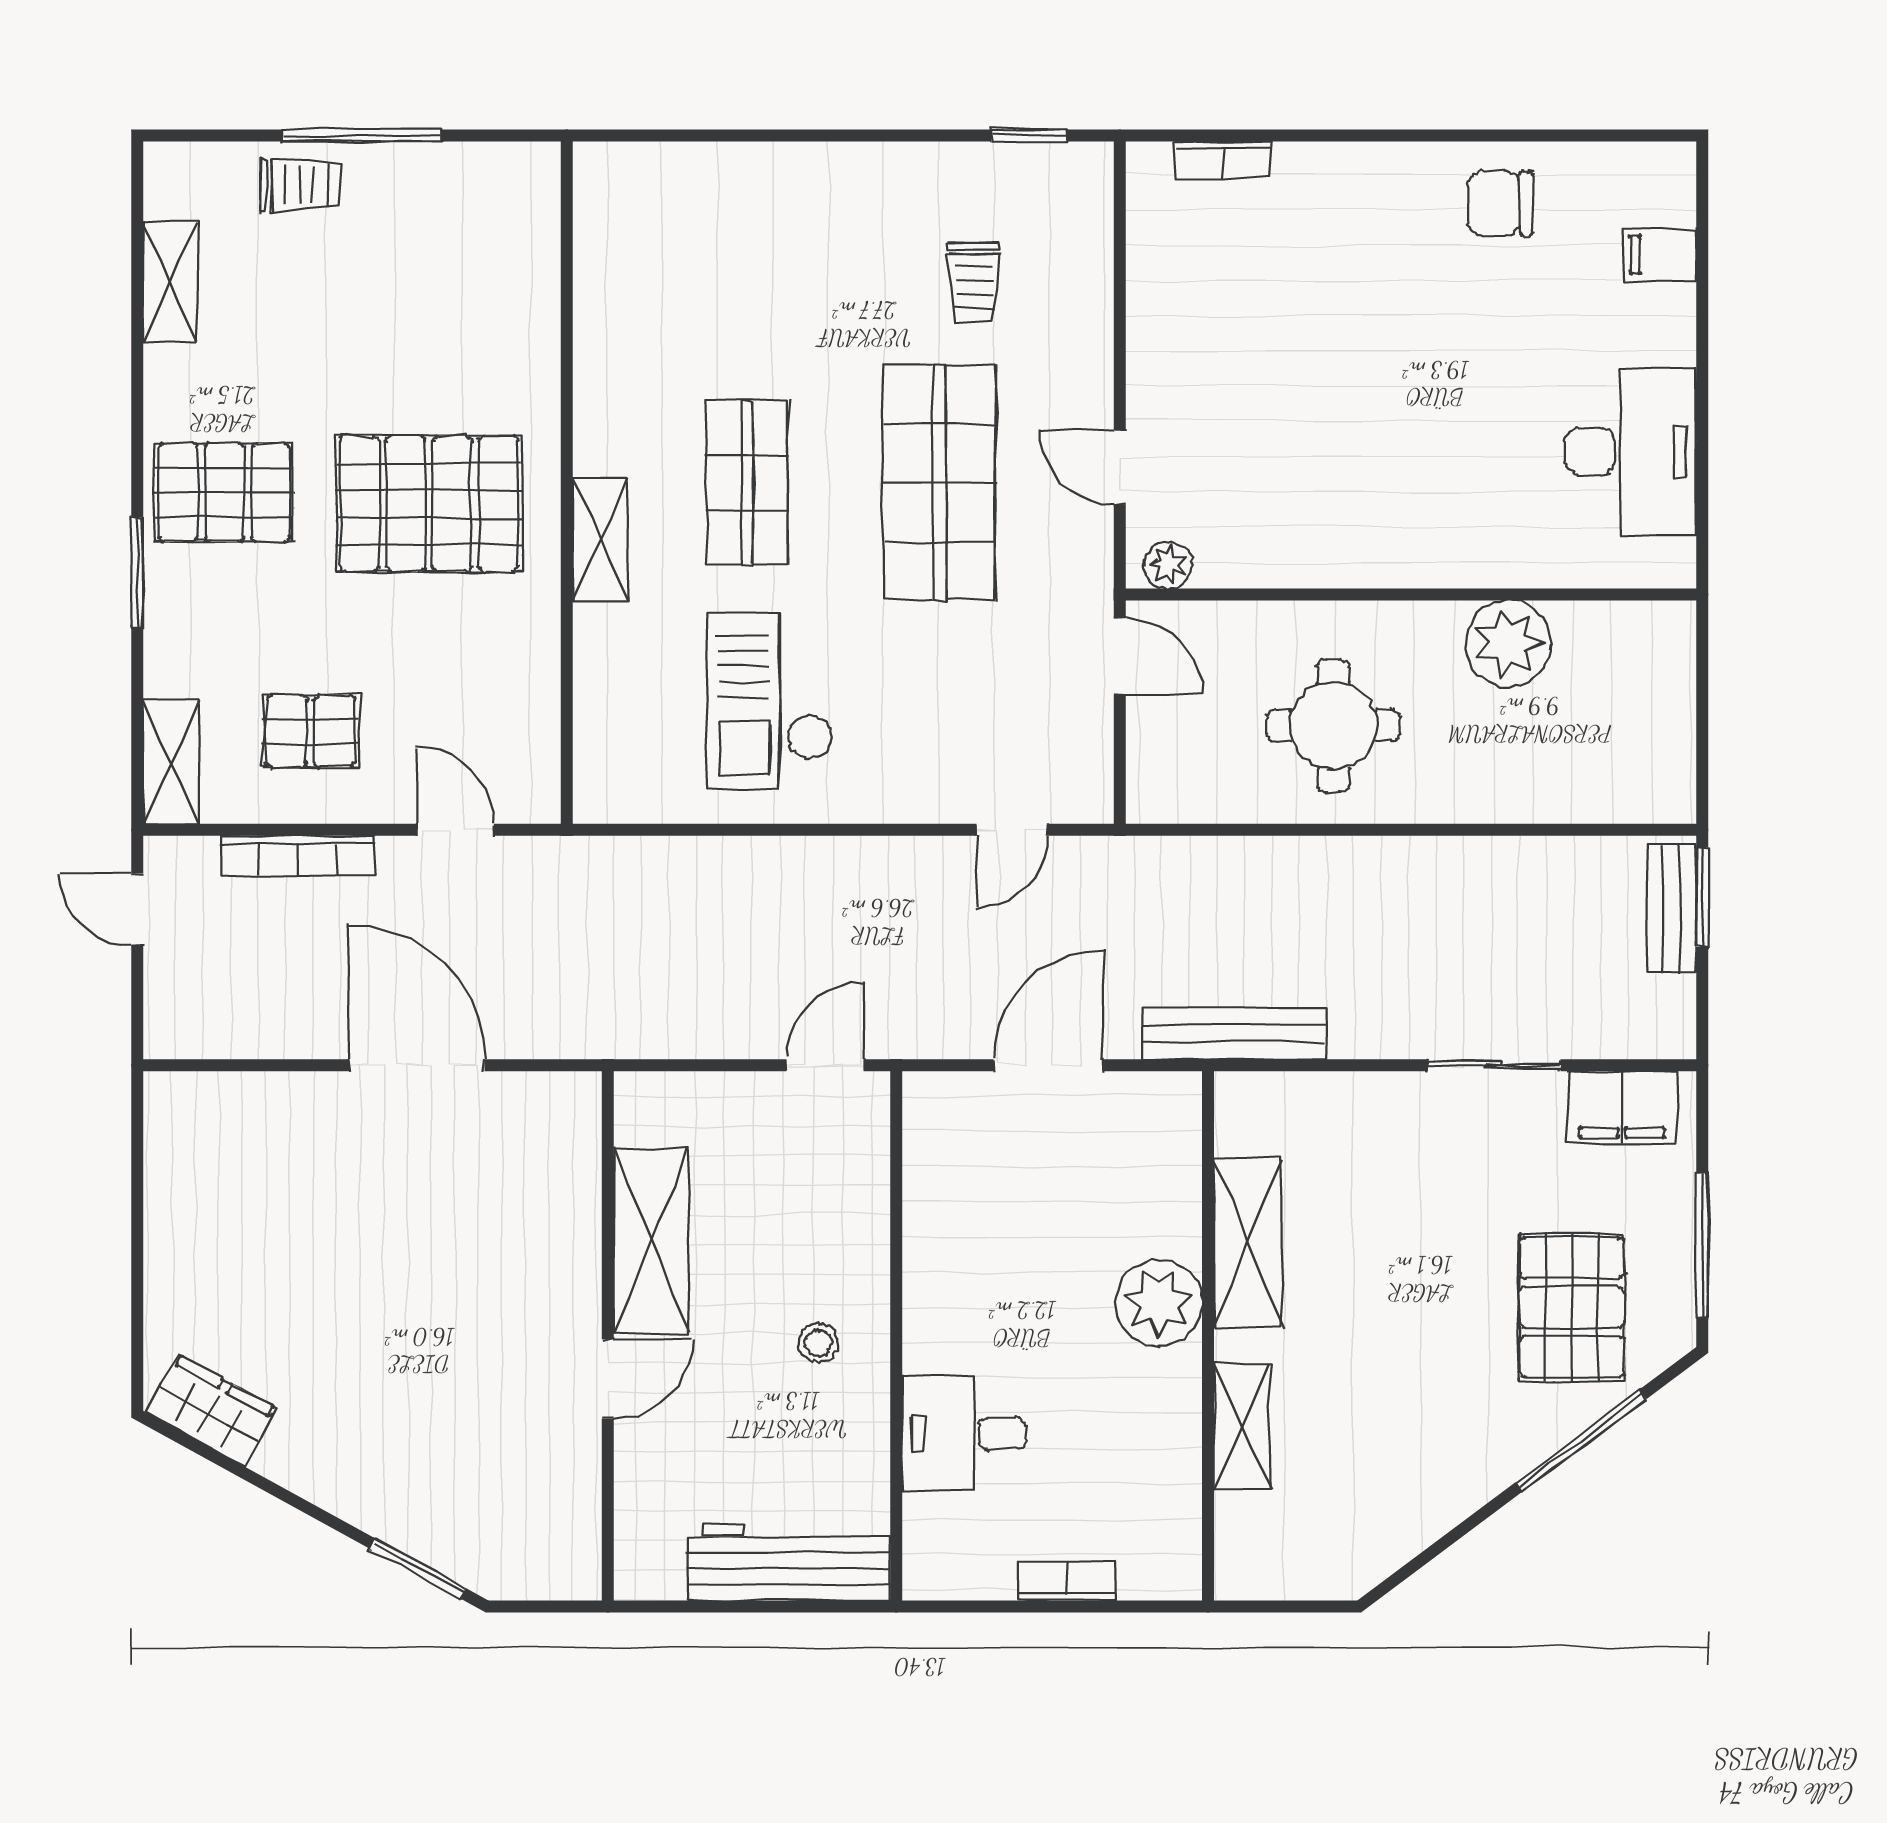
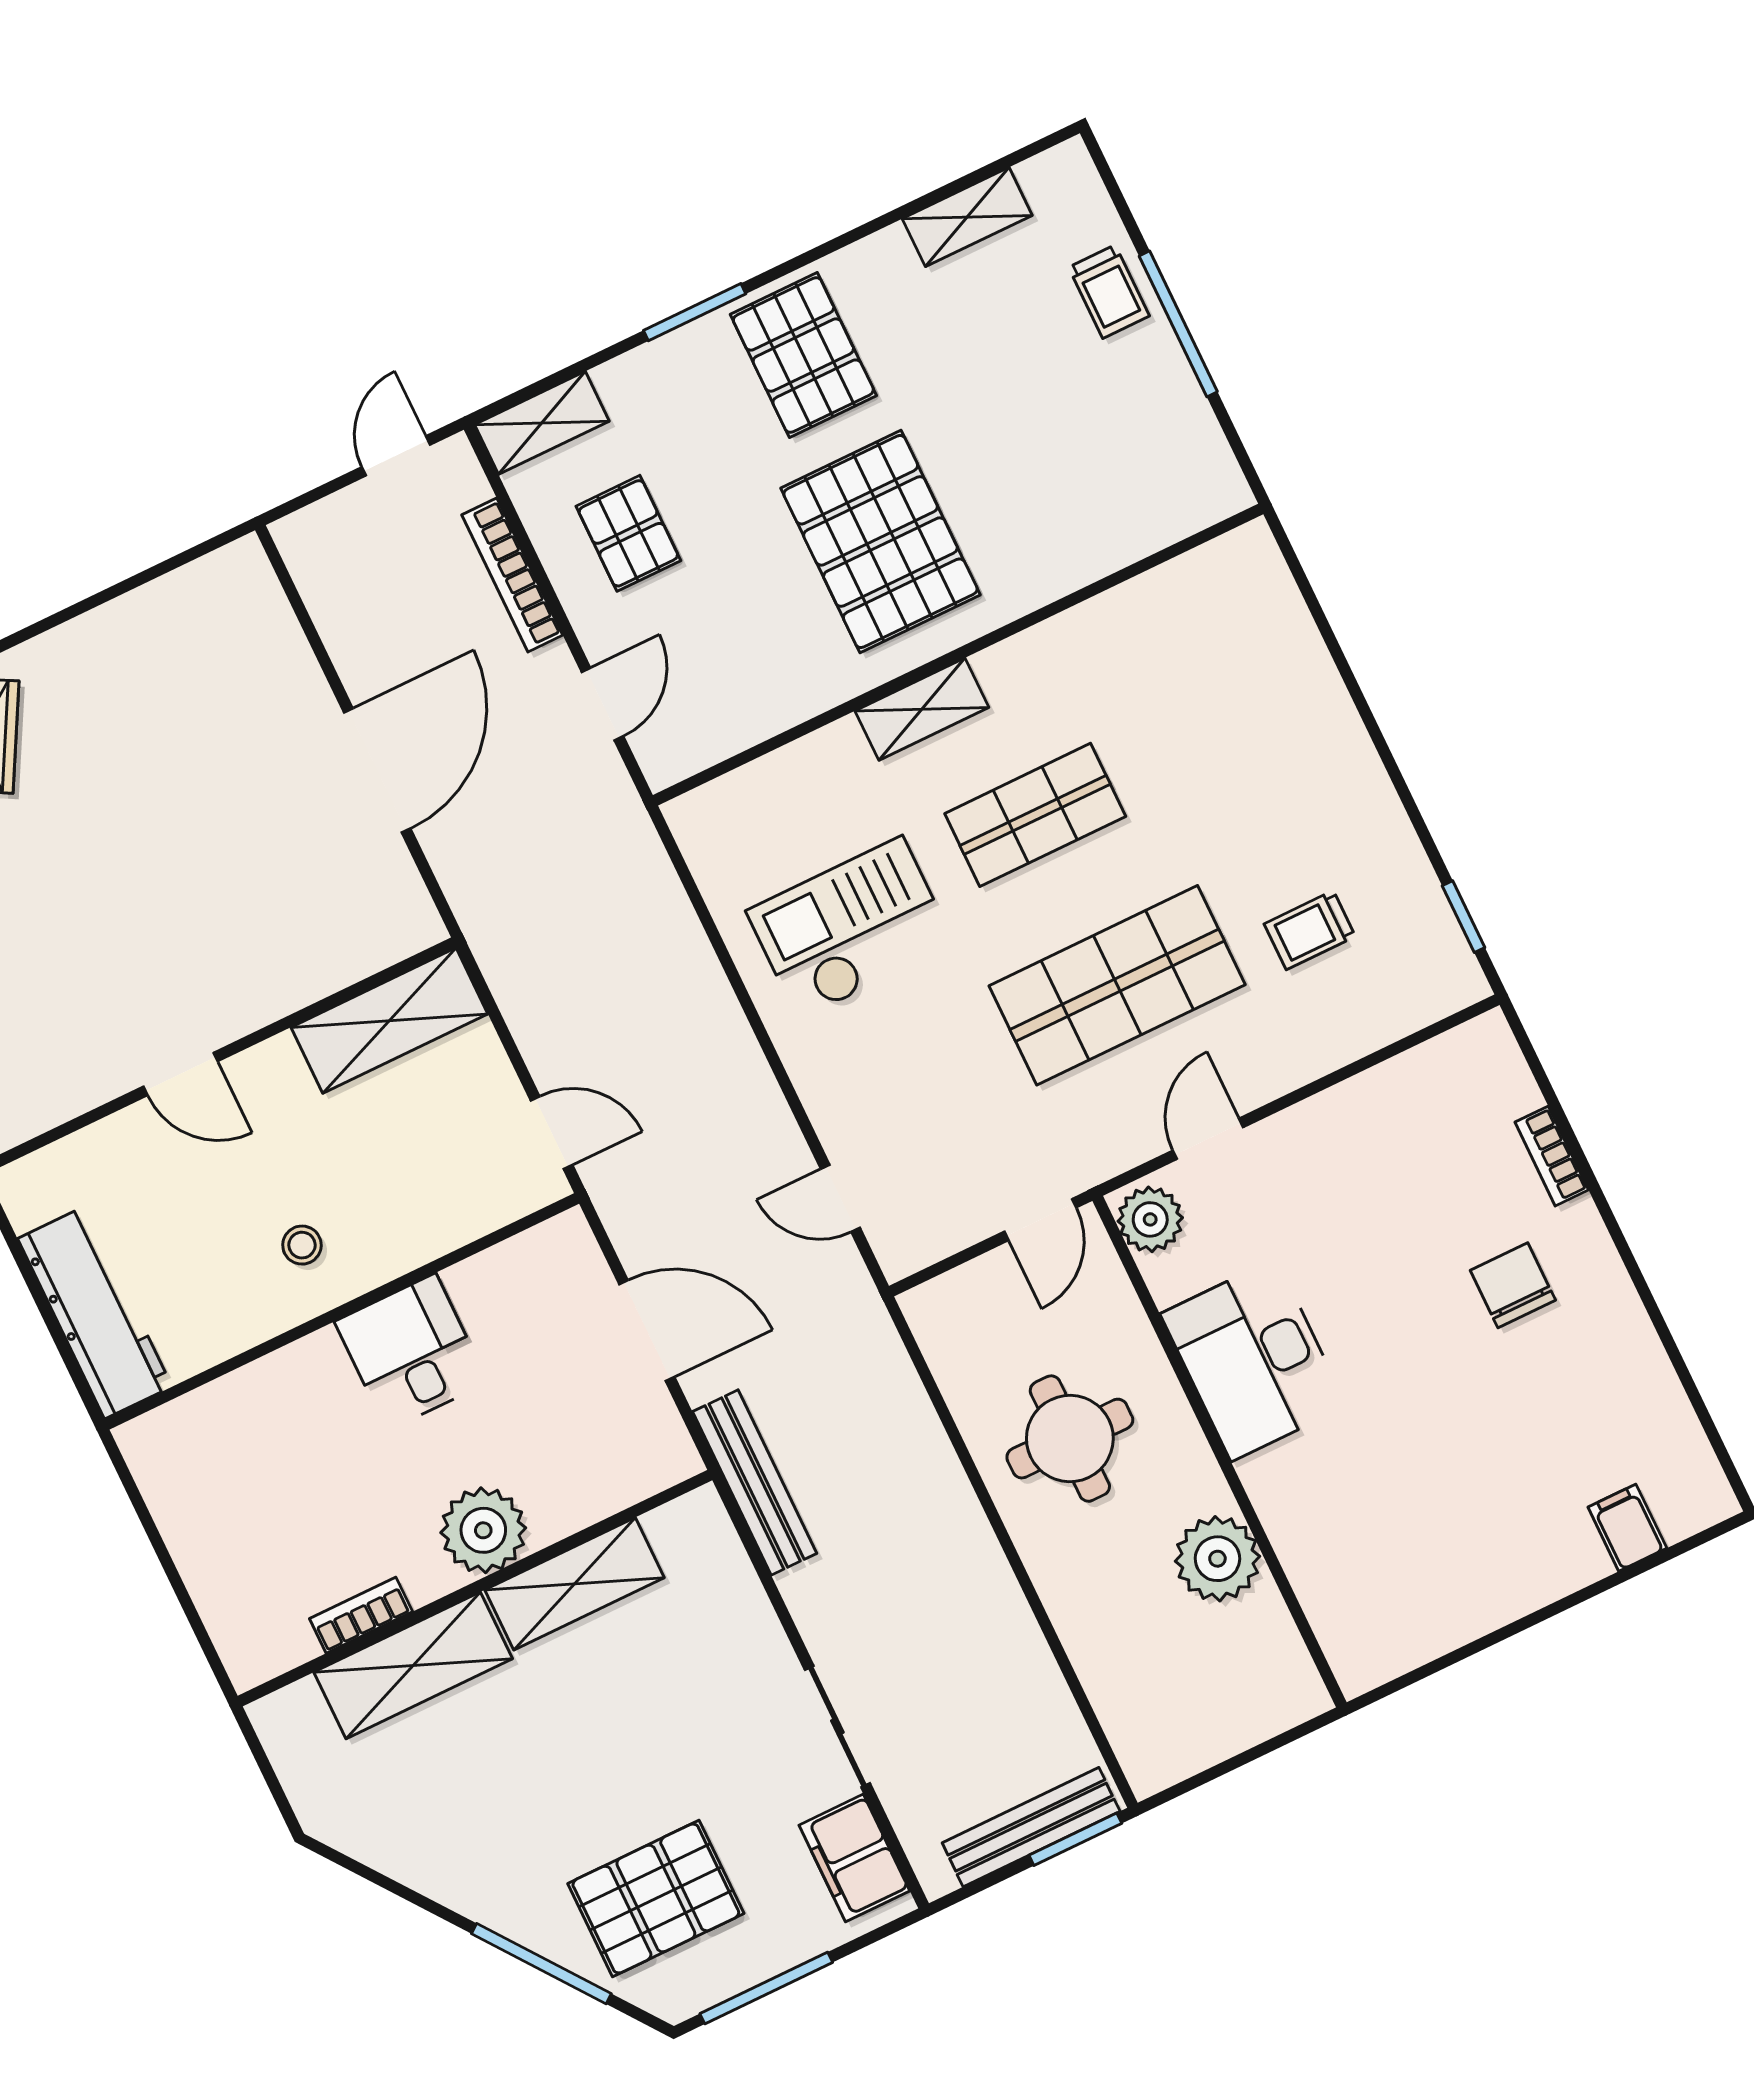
bookcase: (1223, 160) -> (1552, 1156), moved
chair: (1500, 203) -> (1513, 1285), moved
desk: (1631, 452) -> (1253, 1360), moved, turned 90
plant: (1168, 565) -> (1150, 1219), width x1.38, depth x1.38
bench: (1672, 909) -> (1031, 1827), width x1.36
shelving: (651, 1240) -> (389, 1021), moved
shelving: (1242, 1427) -> (413, 1665), width x1.50, depth x1.33
desk: (964, 1434) -> (411, 1352), moved
bookcase: (1067, 1581) -> (361, 1615), moved, turned -90

